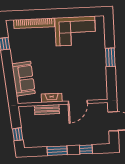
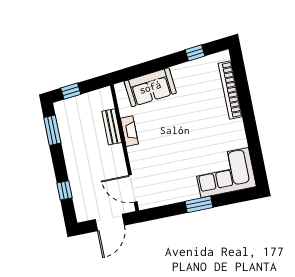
corner sofa: (75, 31) -> (225, 173), moved, turned 90
door: (78, 102) -> (133, 189), moved
window: (57, 151) -> (52, 130), moved

